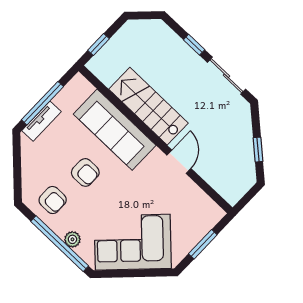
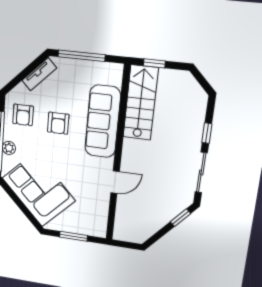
stairs: (149, 106) -> (141, 103), moved
tv unit: (41, 121) -> (39, 74), moved, turned -45
window: (258, 150) -> (180, 218), moved

